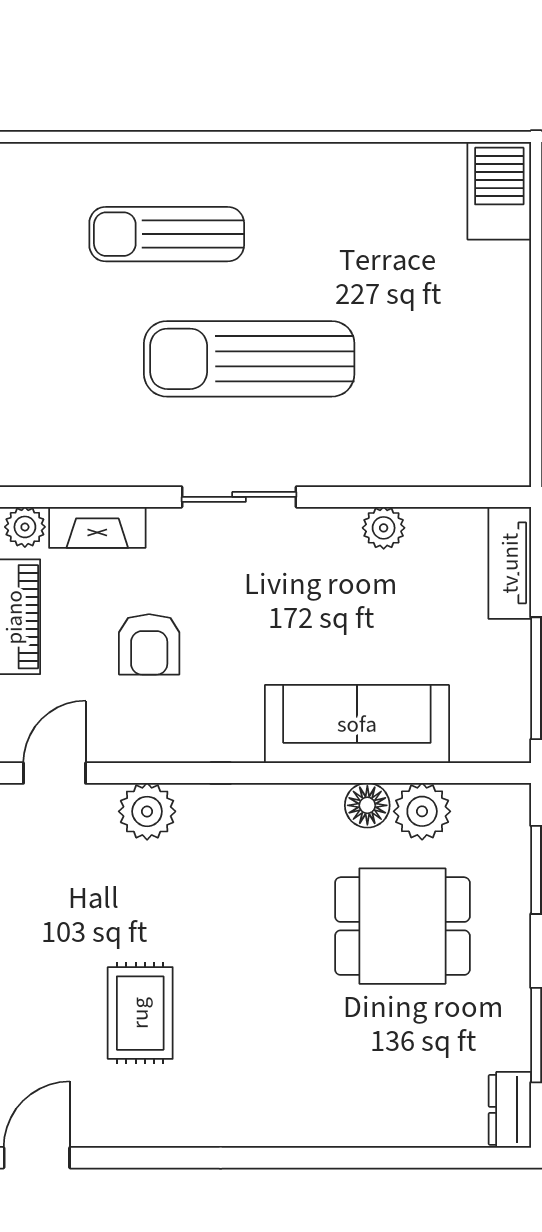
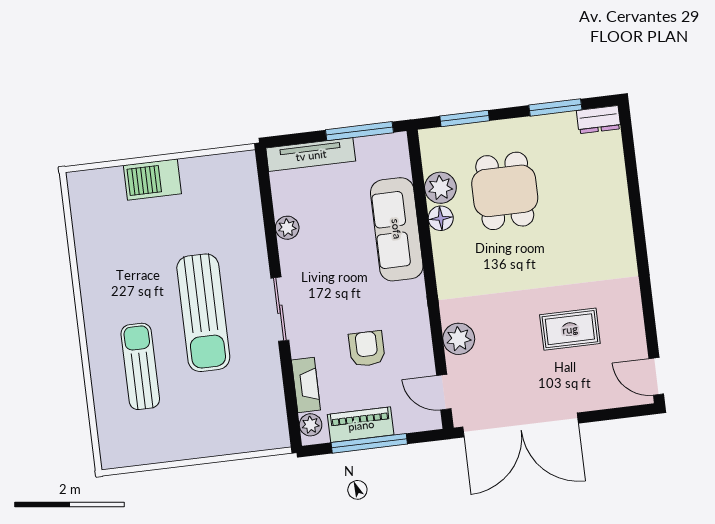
barbecue: (499, 191) -> (152, 179), moved
sun lounger: (167, 234) -> (140, 366), turned 180
tv unit: (510, 563) -> (311, 155), width x1.41
armchair: (149, 644) -> (367, 349), turned -90

